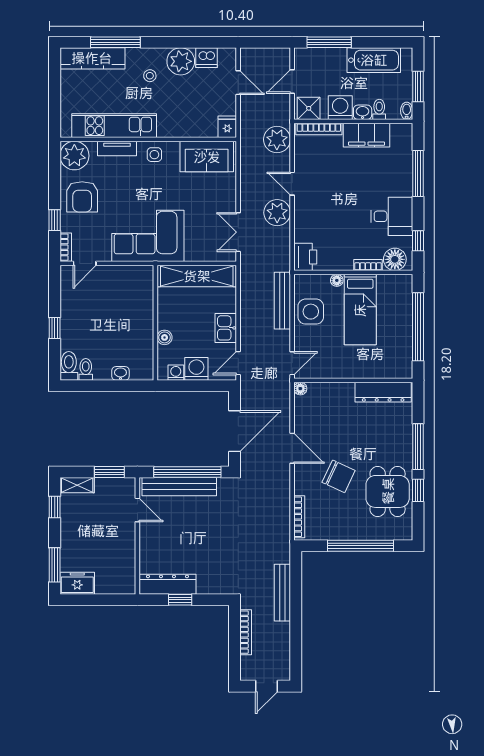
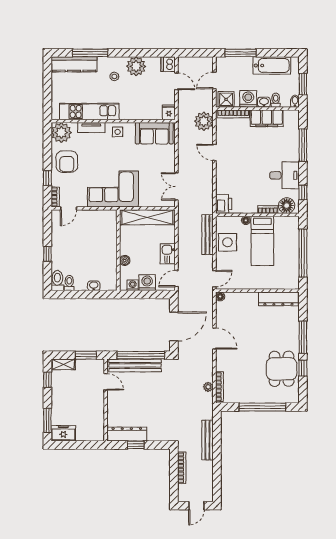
dishwasher: (207, 58) -> (168, 64), moved, turned 90
plant: (277, 213) -> (208, 387), moved, width x0.53, depth x0.53
chair: (339, 476) -> (247, 358), removed

